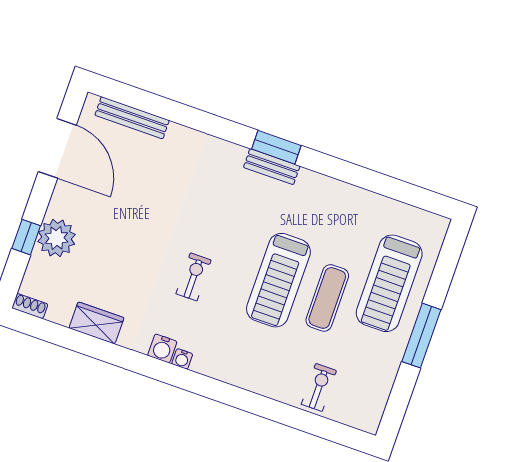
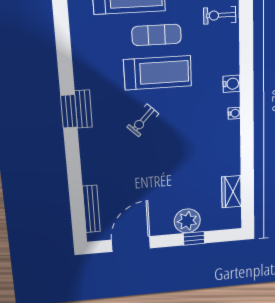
exercise bike: (194, 277) -> (143, 120), moved, turned -46
shoe rack: (30, 306) -> (236, 218), removed
wardrobe: (97, 323) -> (231, 192), moved
water cooler: (162, 348) -> (231, 84), moved

